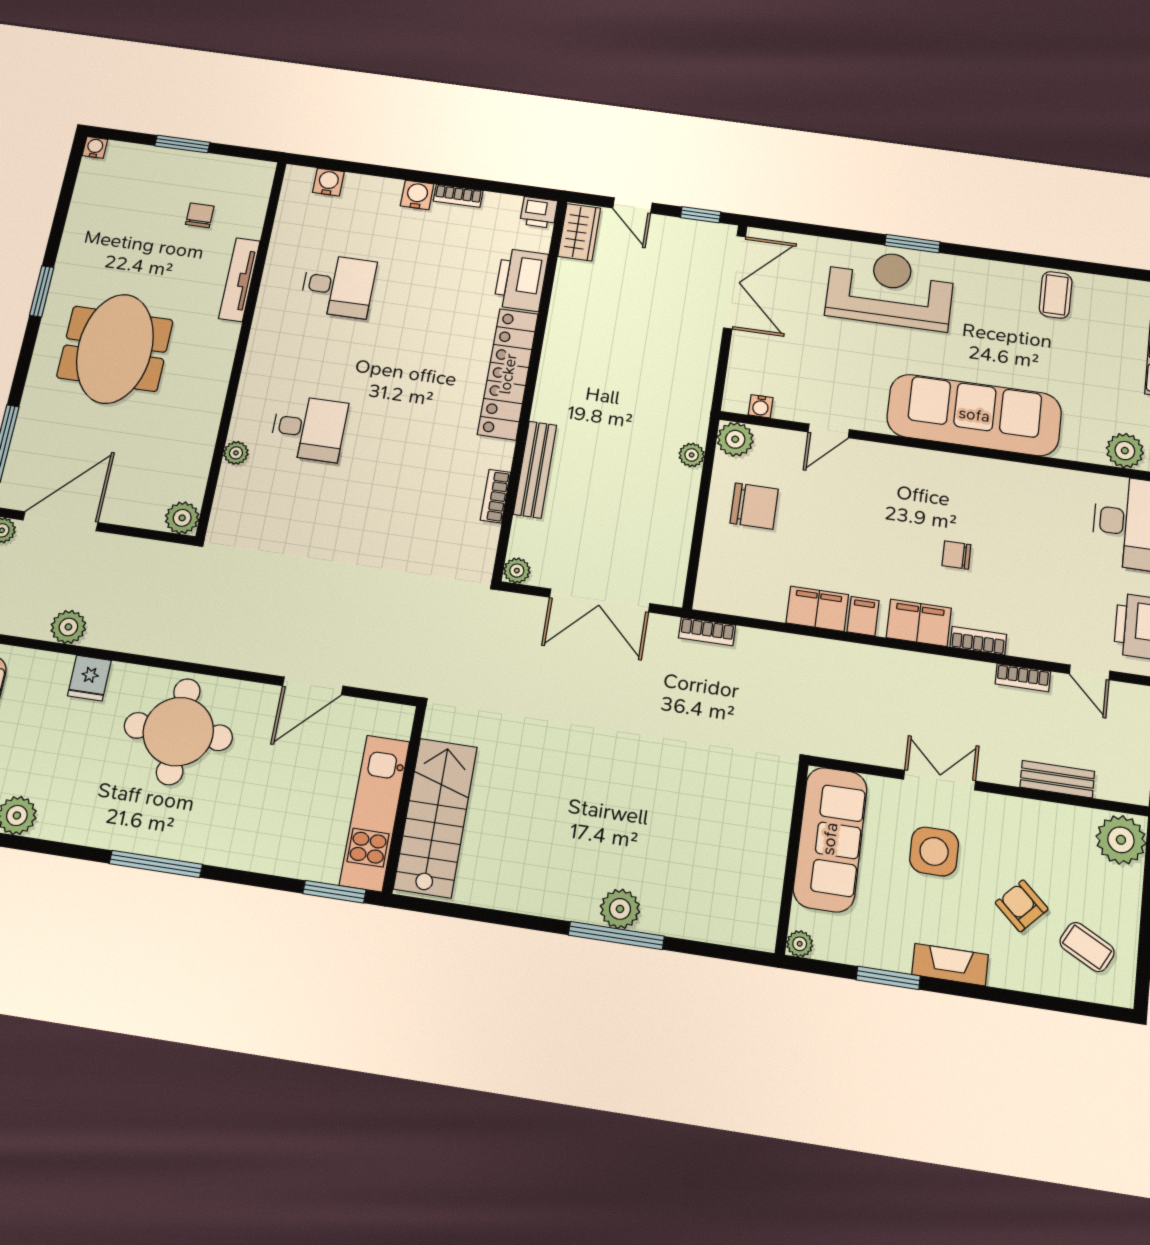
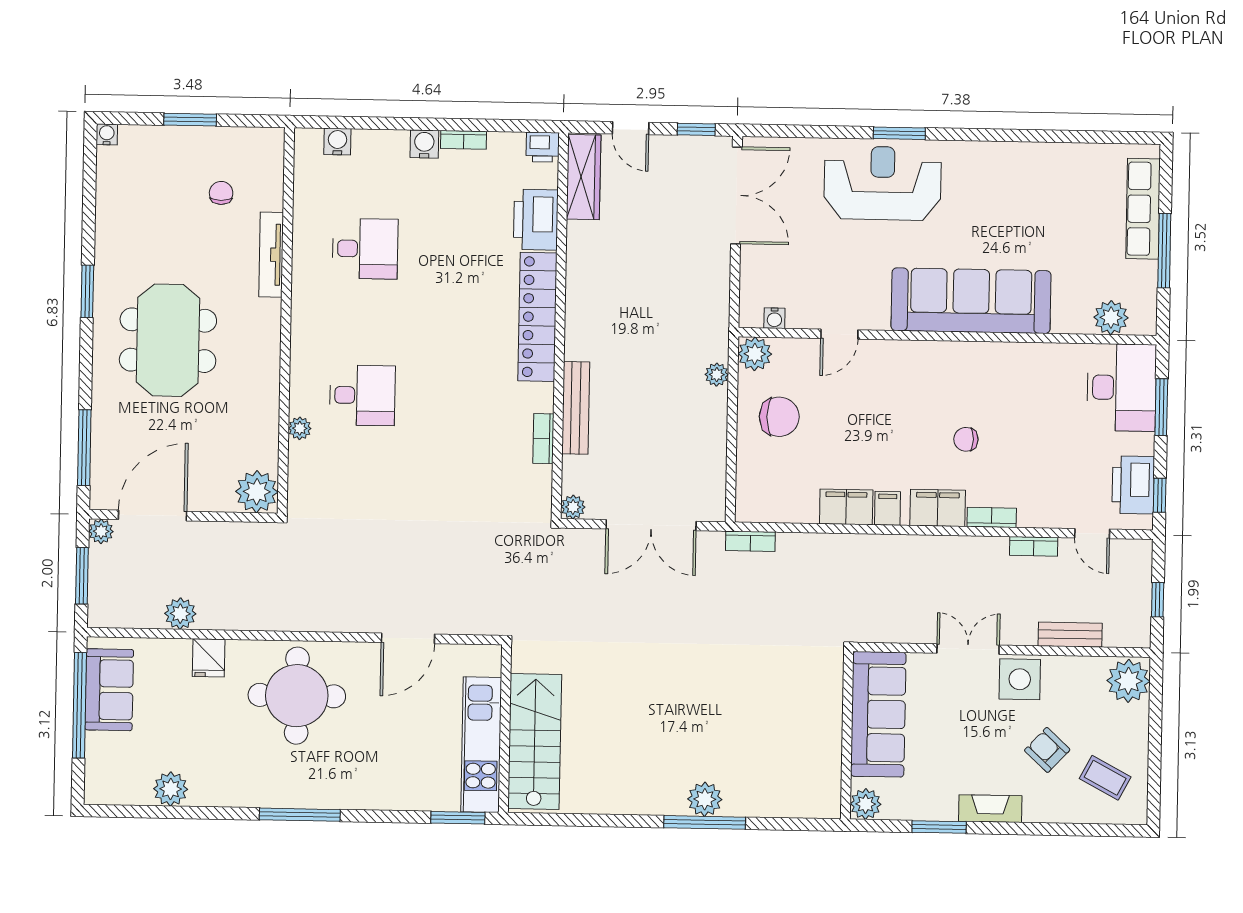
wardrobe: (579, 232) -> (584, 177), width x1.50
coffee table: (1056, 295) -> (1037, 169), removed
plant: (182, 518) -> (257, 492), width x1.36, depth x1.36
side table: (934, 851) -> (1020, 679), moved
plant: (800, 944) -> (866, 804), width x1.38, depth x1.38

